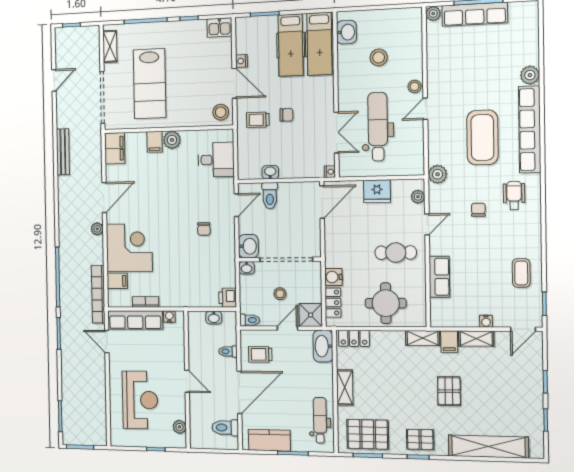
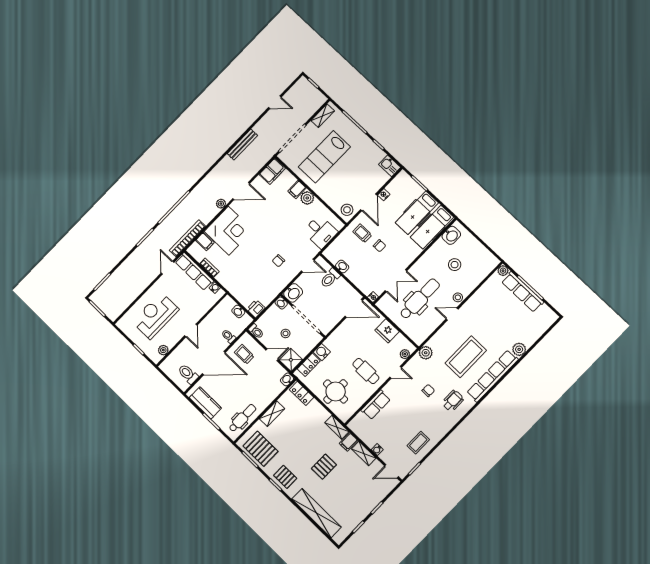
washbasin: (323, 346) -> (287, 379), width x0.52, depth x0.69
reception desk: (140, 400) -> (155, 316), turned 180

